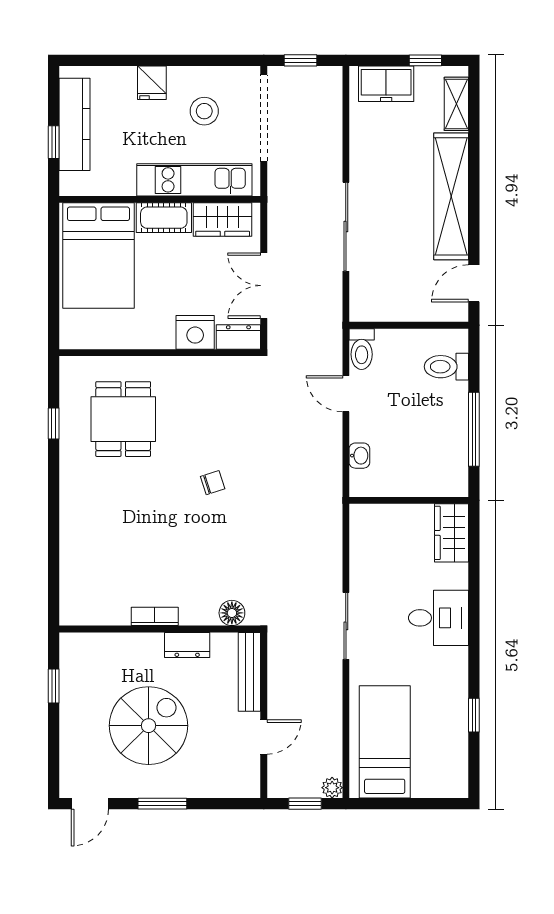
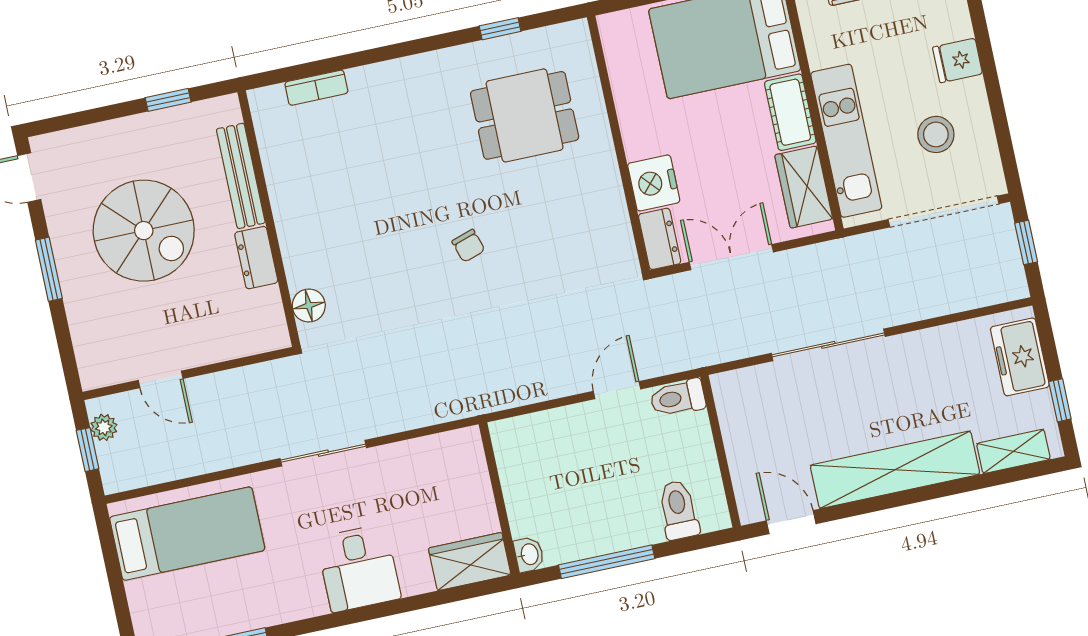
washbasin: (359, 456) -> (529, 554), moved, turned -90
bookcase: (155, 616) -> (316, 88), moved, turned 90
bench: (249, 672) -> (241, 176), moved, turned 90
plant: (332, 788) -> (104, 427), moved

